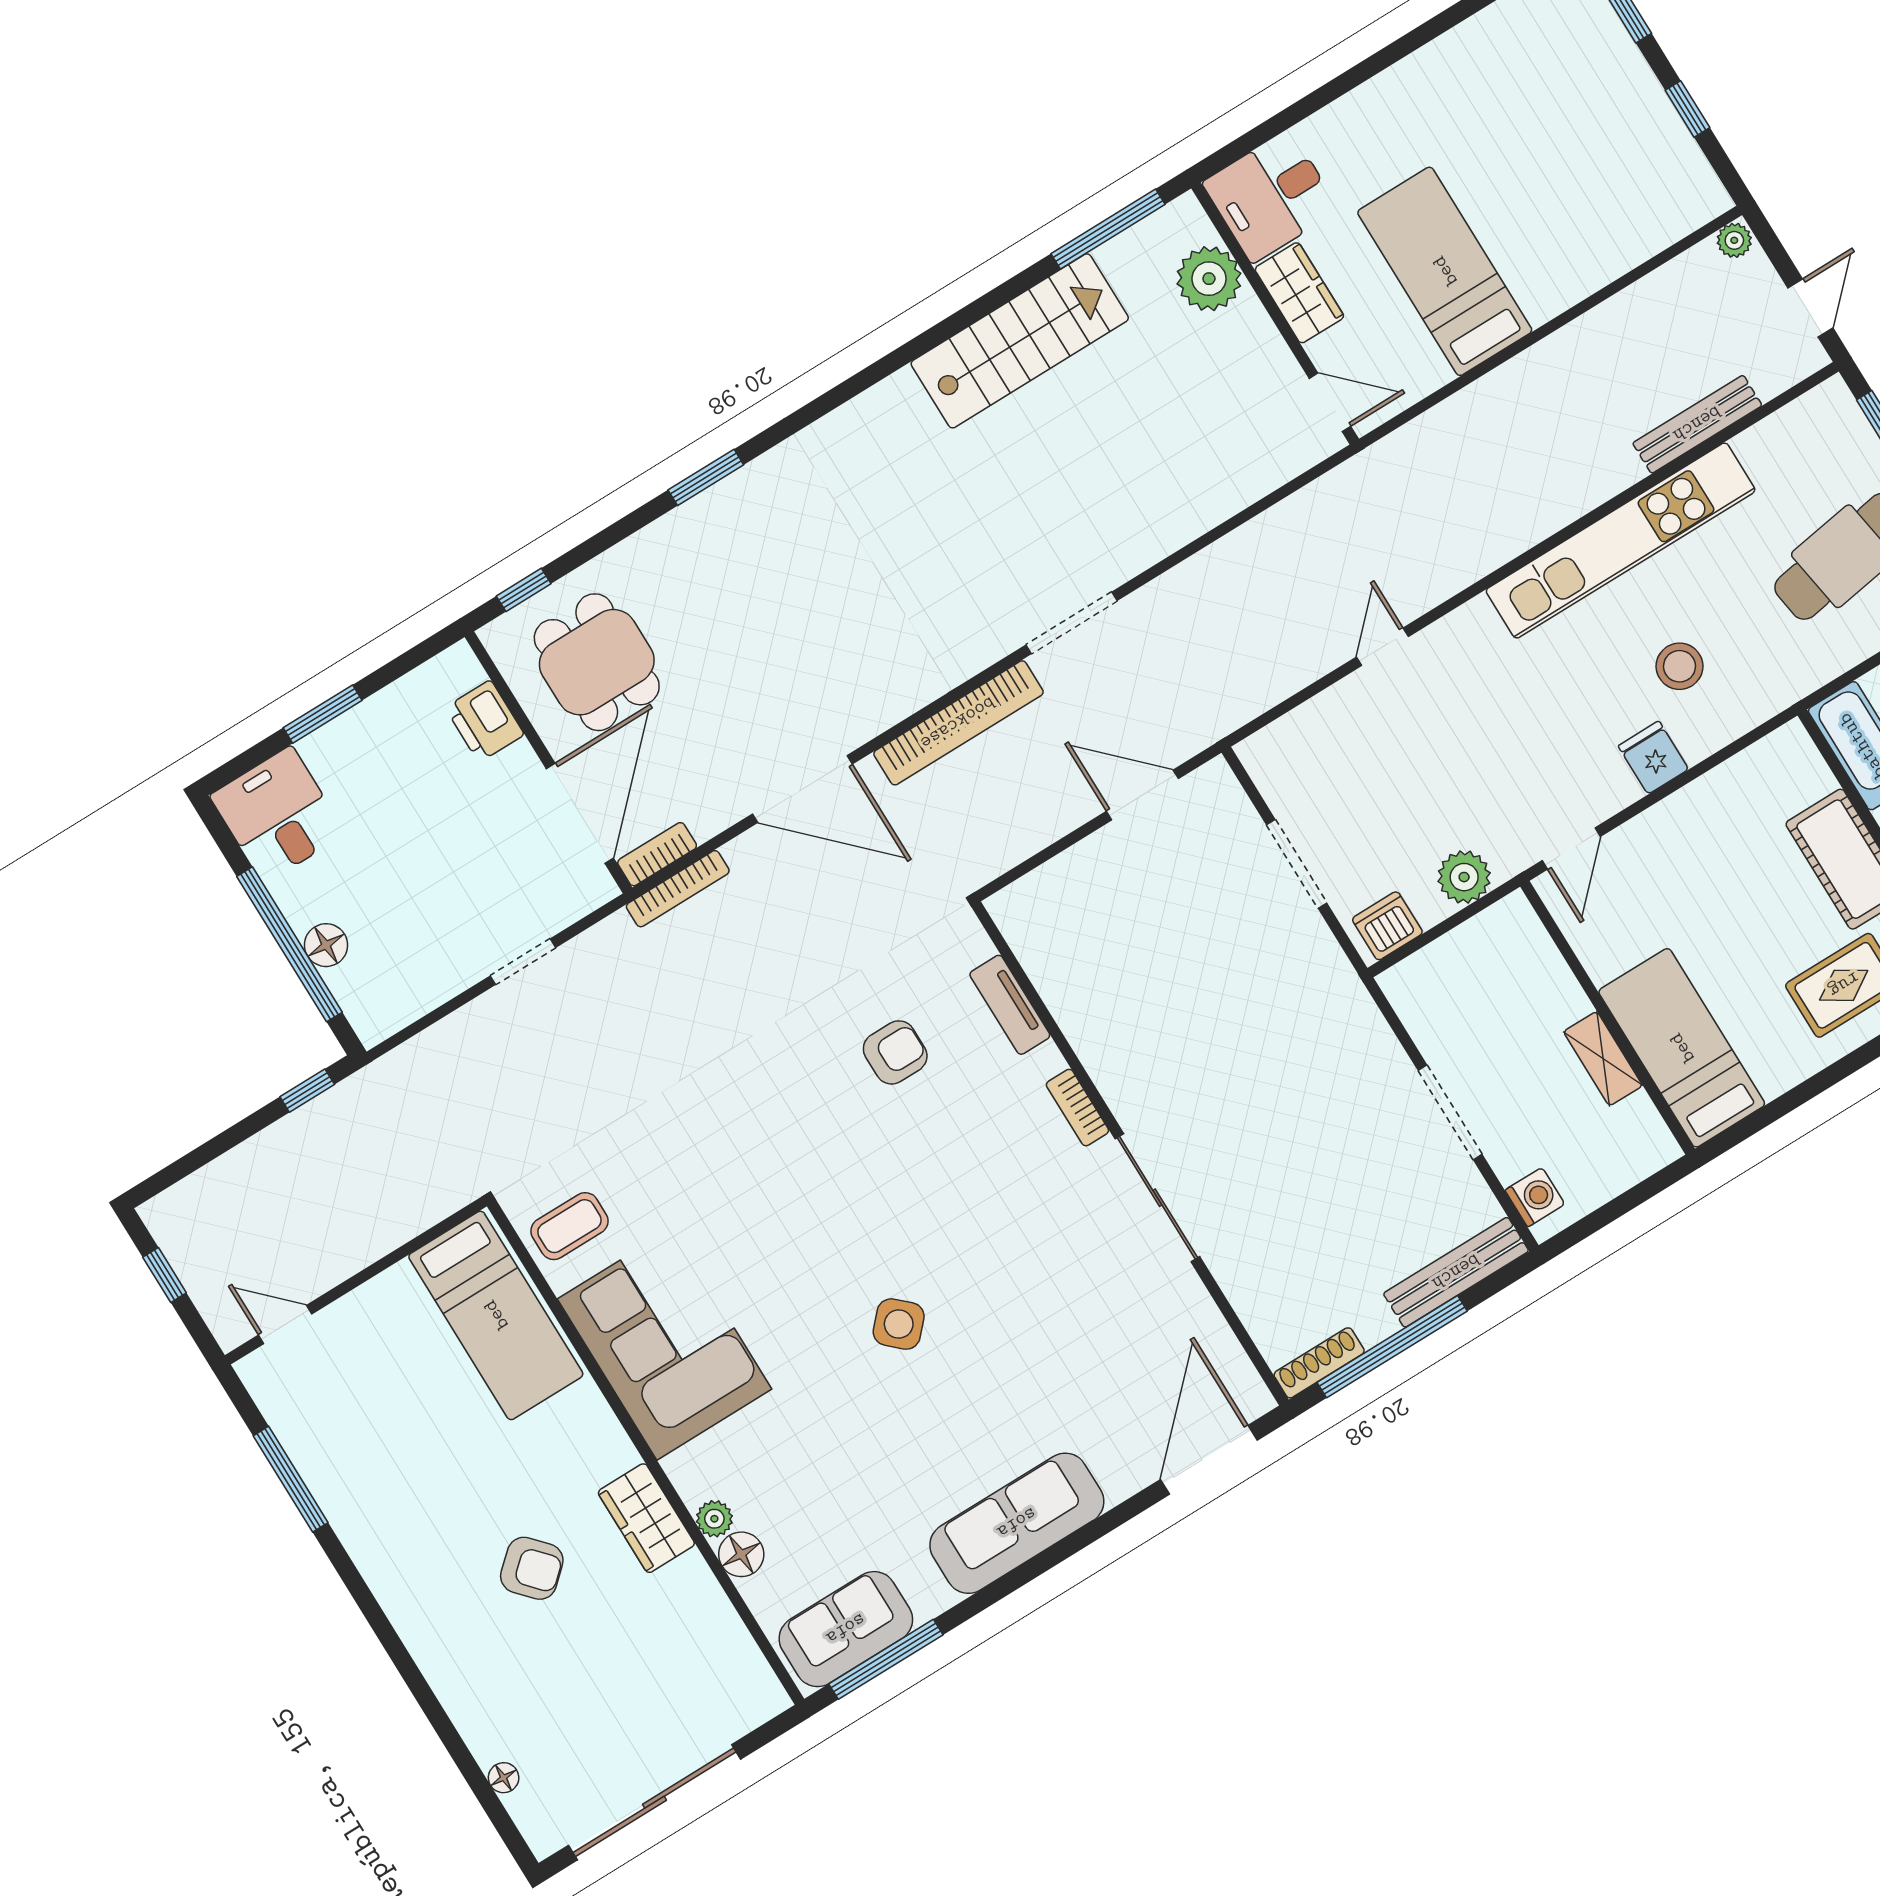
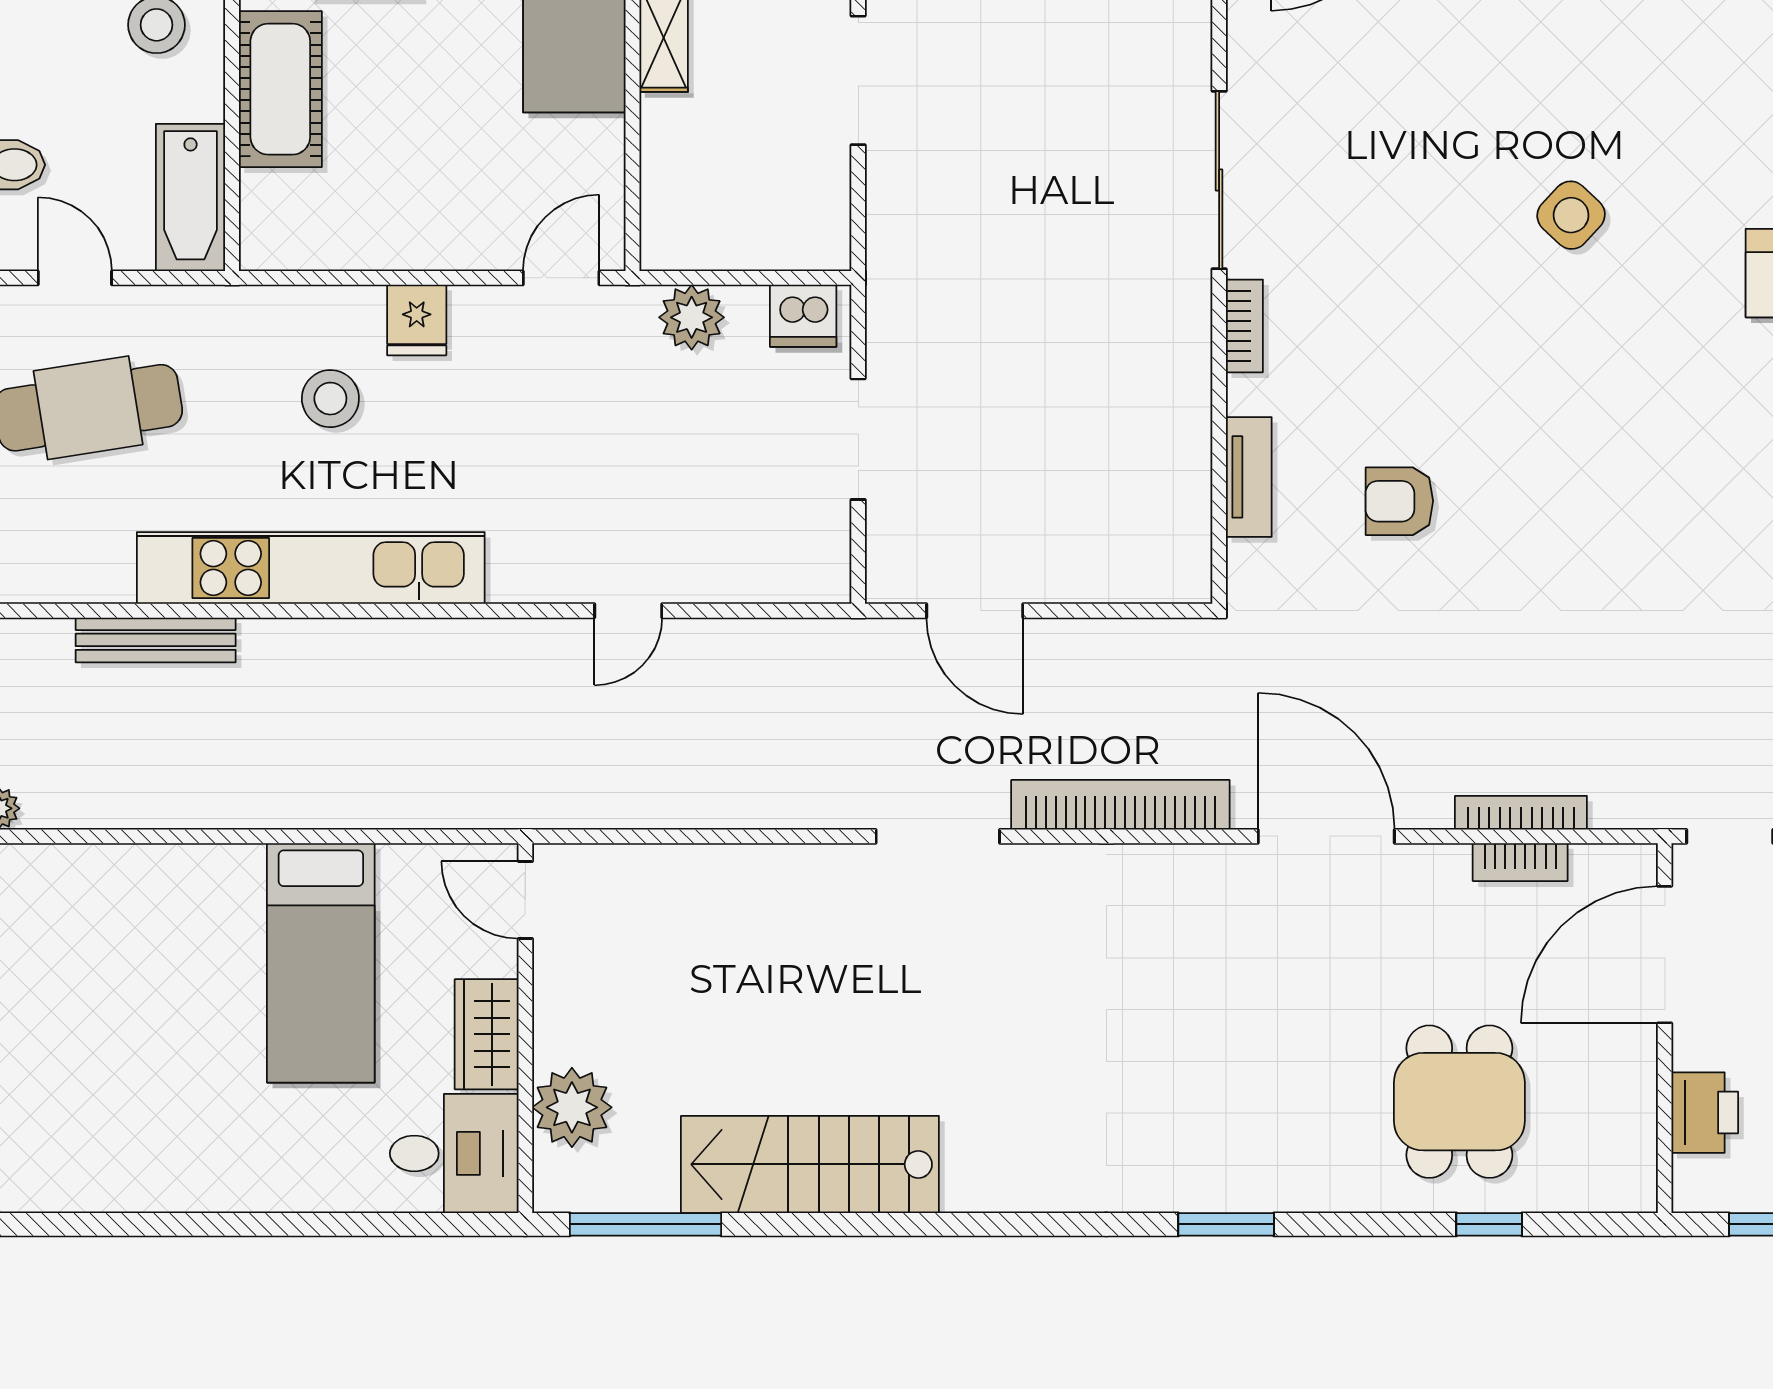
printer: (485, 721) -> (1705, 1113), moved
wall: (548, 762) -> (1665, 1028), moved
door: (580, 813) -> (1665, 955), moved

